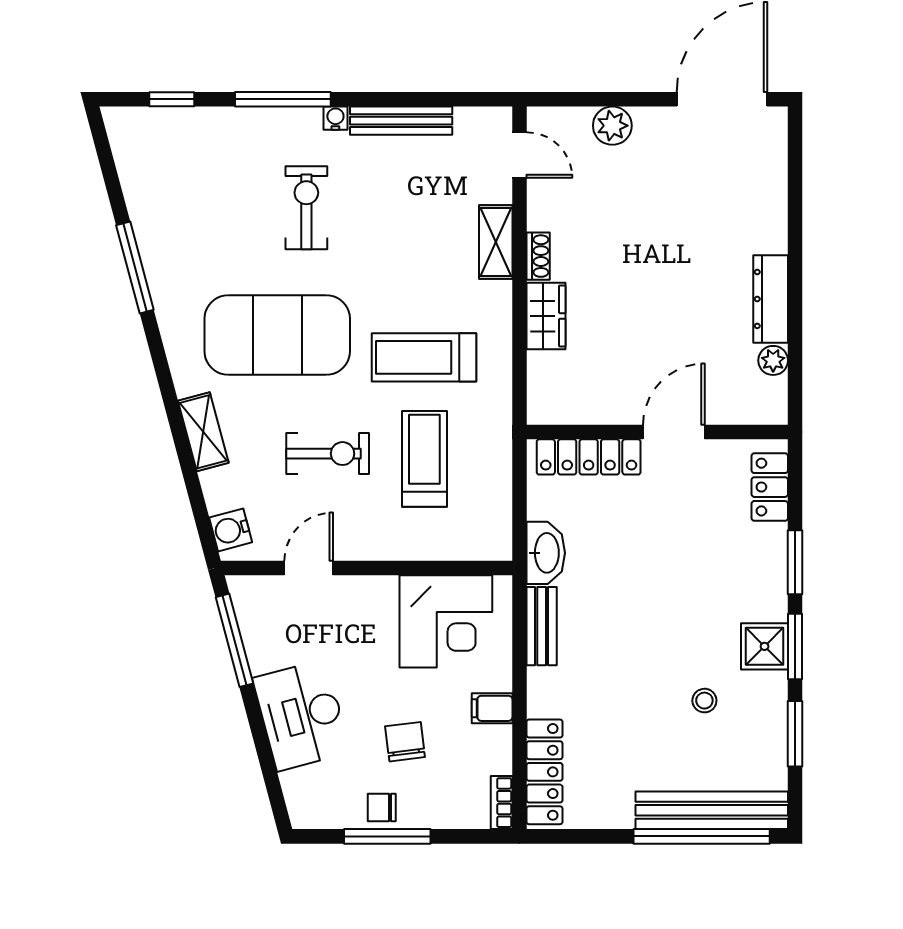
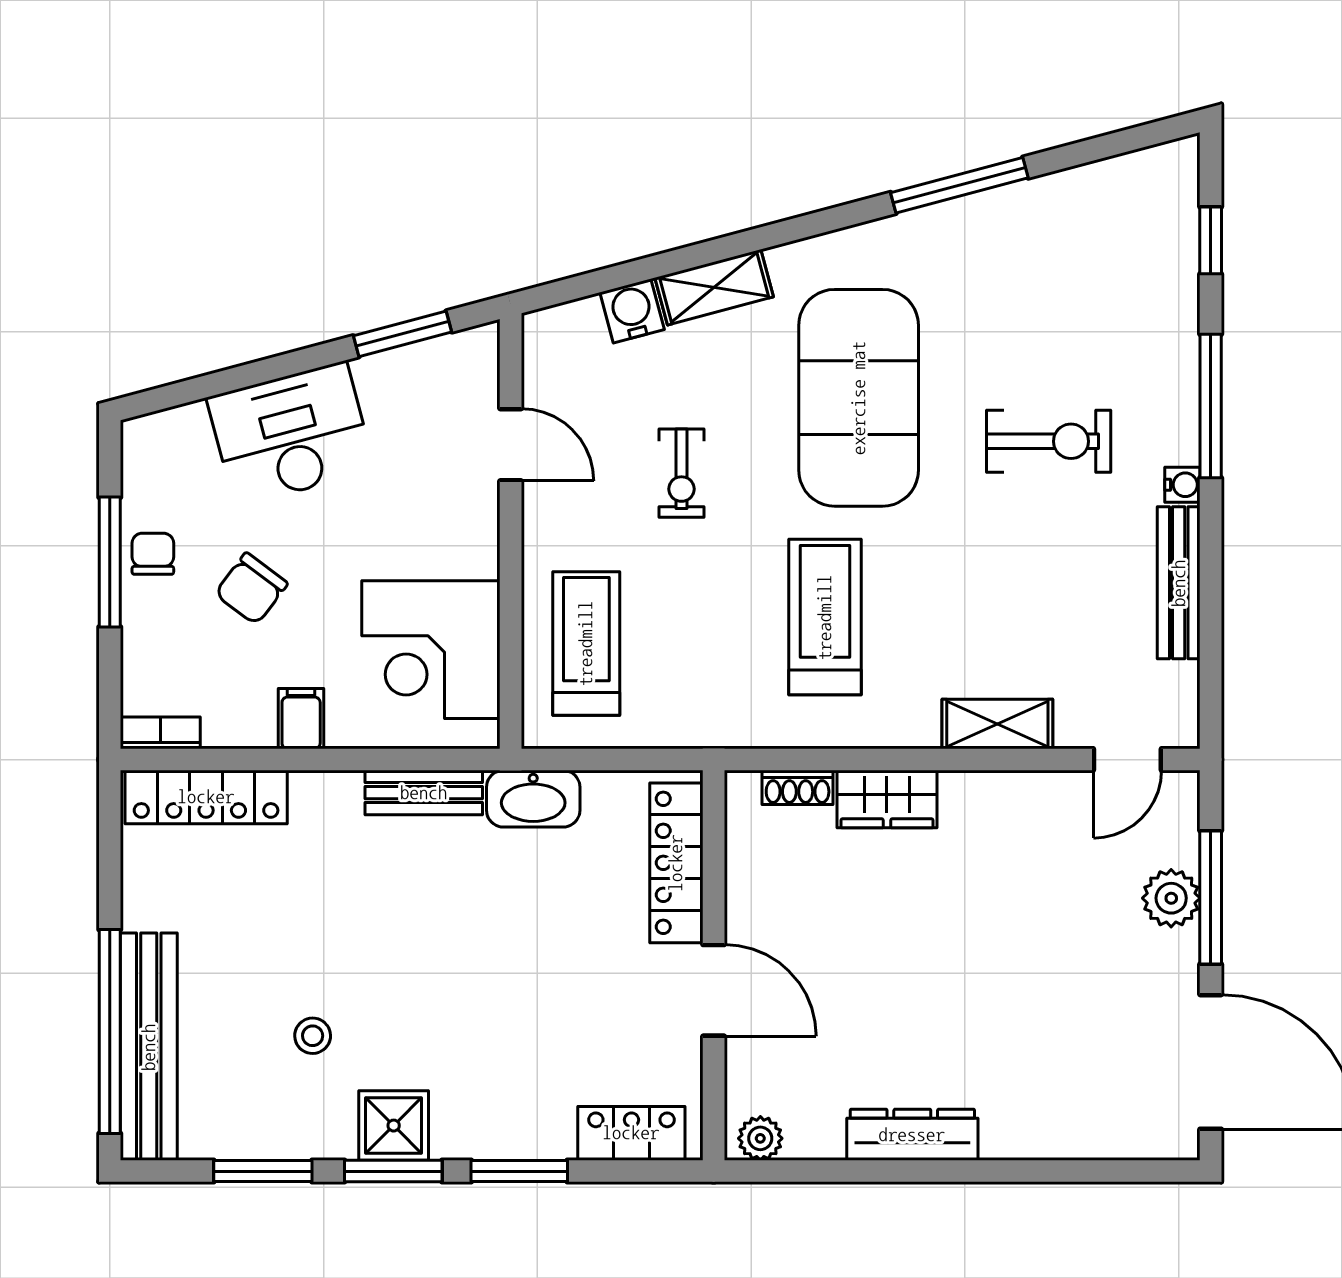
window: (612, 99) -> (1211, 897), added
shoe rack: (538, 256) -> (798, 787), moved
plant: (773, 360) -> (760, 1138), moved
exercise bike: (328, 454) -> (681, 473), width x0.73, depth x0.72
treadmill: (424, 459) -> (586, 643), moved, turned -90
water cooler: (231, 530) -> (632, 311), moved
window: (234, 640) -> (403, 334), width x0.69
chair: (405, 742) -> (251, 589), turned 134

